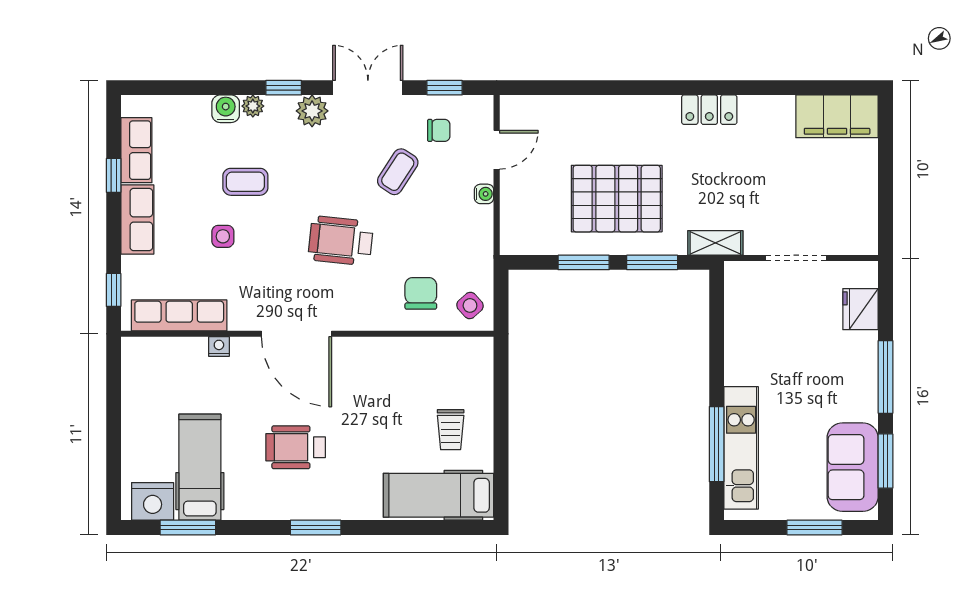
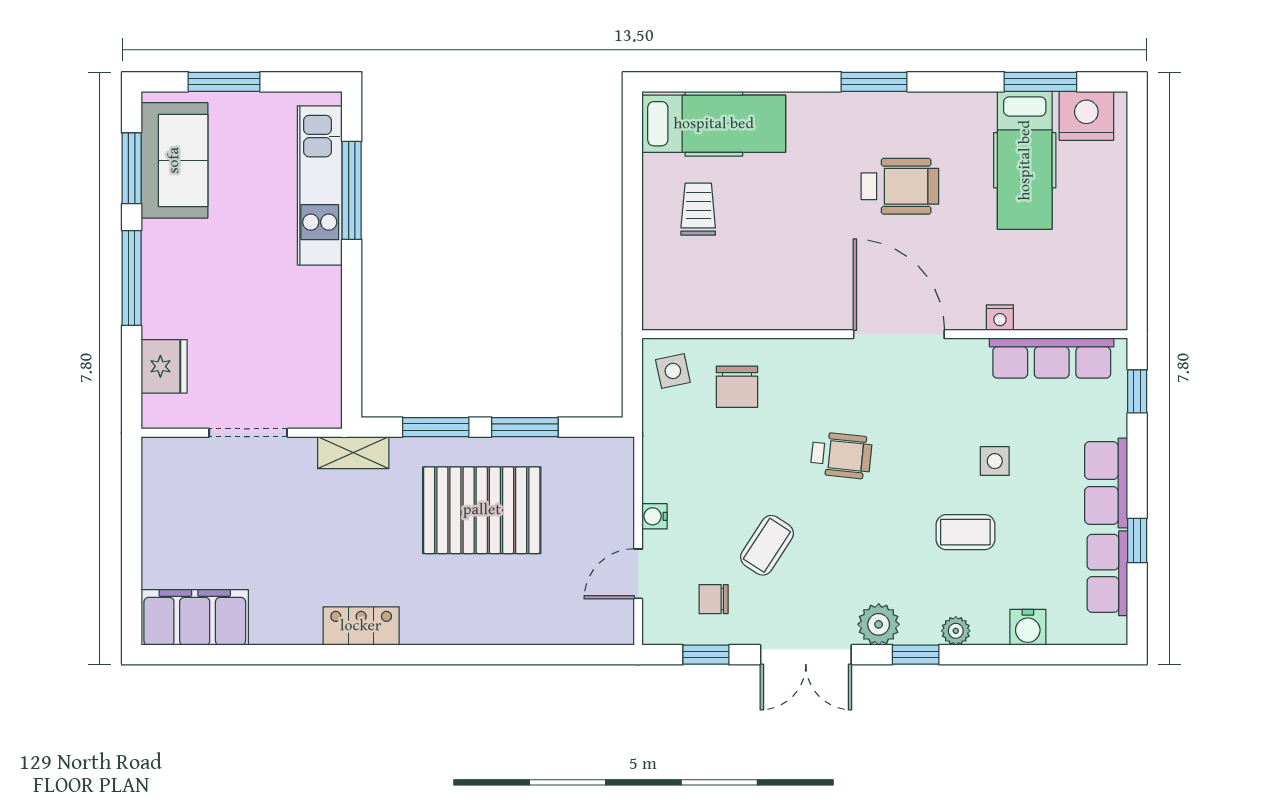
water cooler: (226, 109) -> (1028, 627), moved
wheelchair: (341, 241) -> (841, 455), width x0.73, depth x0.73
side table: (470, 305) -> (673, 371), turned 30

